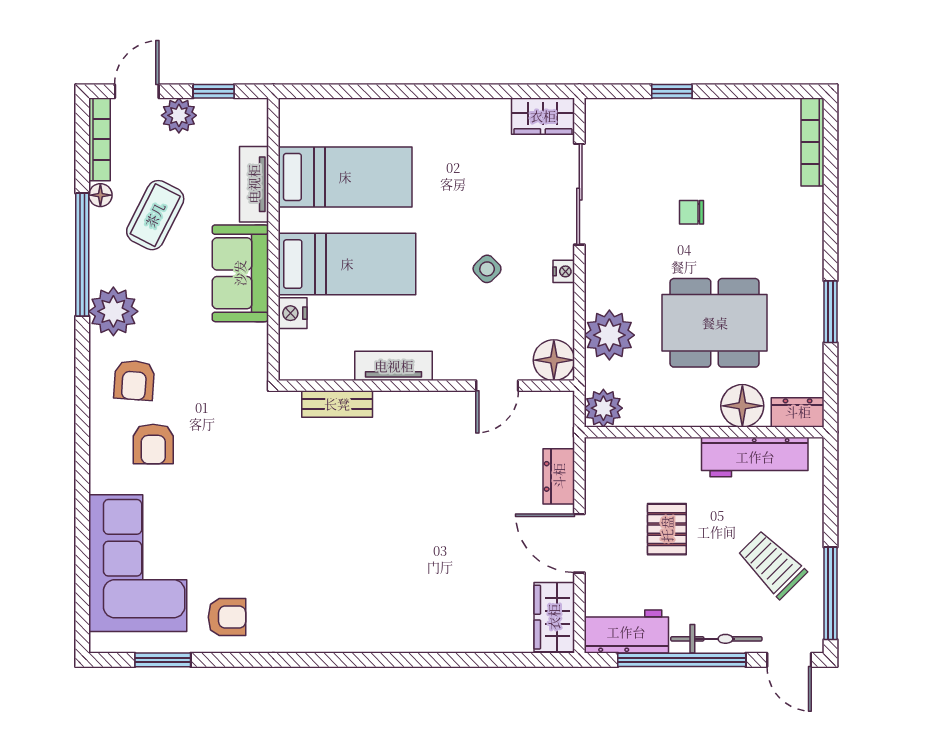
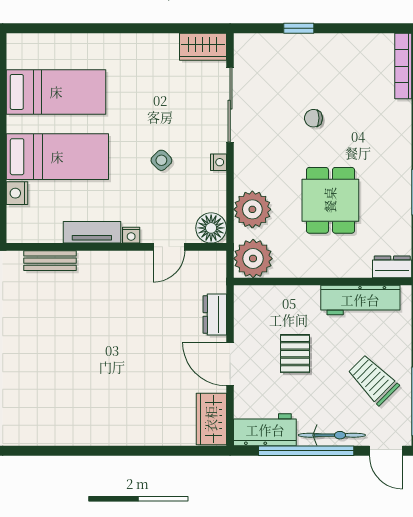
dining table: (715, 323) -> (330, 200), width x0.73
nightstand: (446, 370) -> (131, 235), added
floor lamp: (742, 406) -> (351, 262), removed
plant: (603, 408) -> (253, 259), width x1.36, depth x1.36

